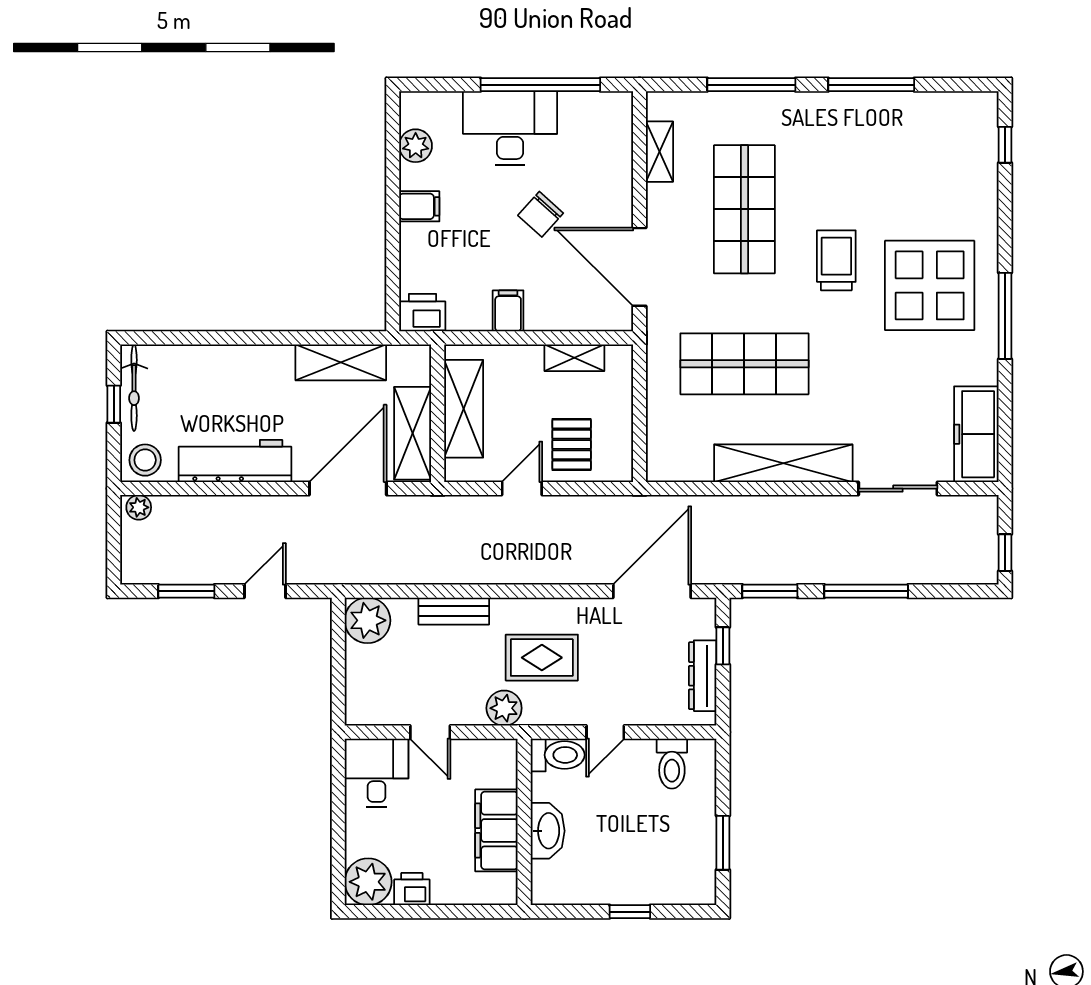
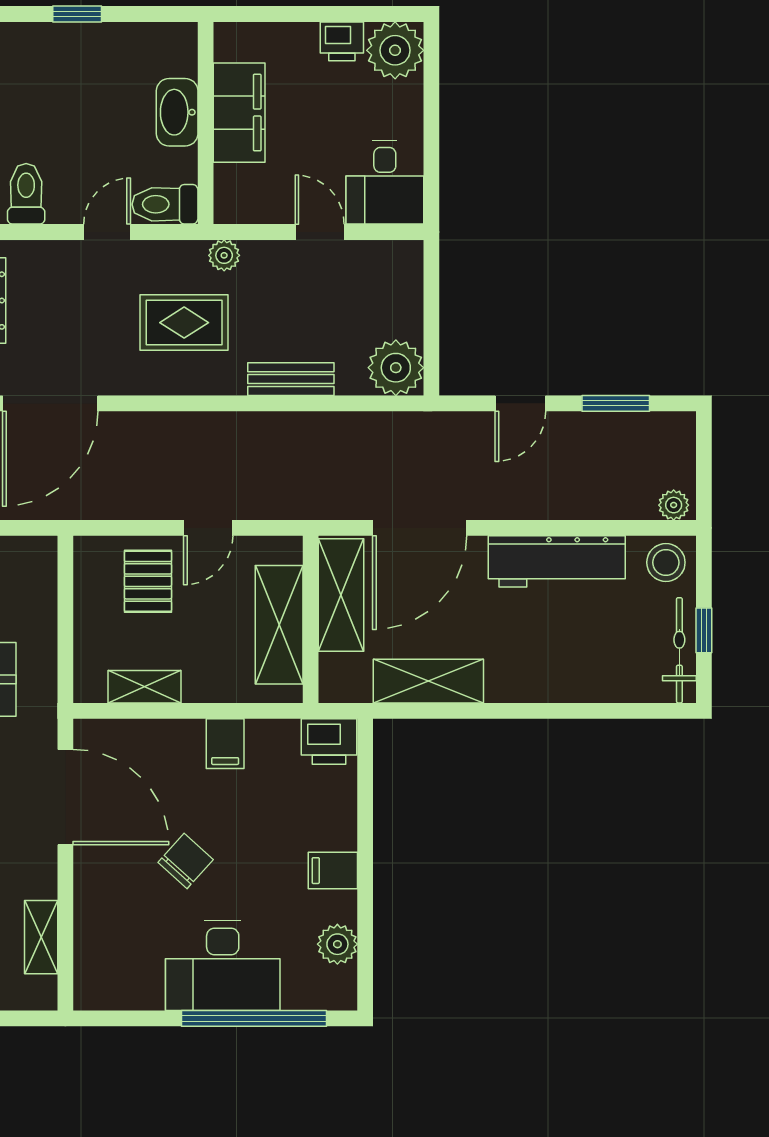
window: (540, 85) -> (254, 1018), moved
plant: (504, 708) -> (224, 255), width x0.73, depth x0.73

